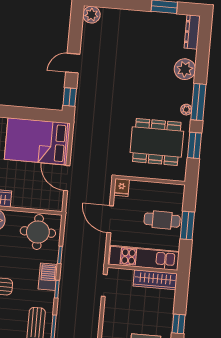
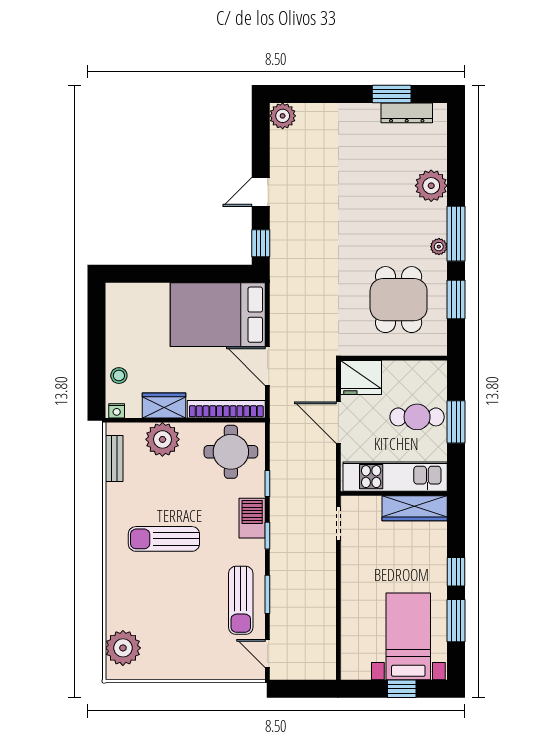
dresser: (192, 32) -> (407, 113), moved, turned -90
dining table: (157, 142) -> (399, 300), width x0.73
fridge: (122, 187) -> (361, 378), width x1.88, depth x1.34
bookcase: (37, 204) -> (226, 409), added

